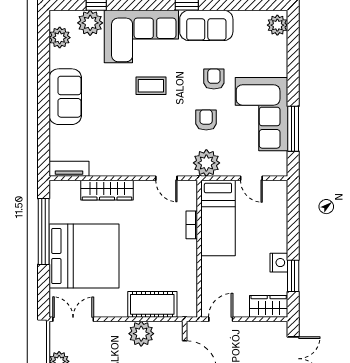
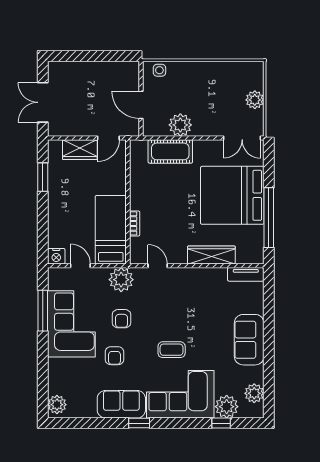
nightstand: (279, 263) -> (56, 256), moved, turned -90
wardrobe: (269, 306) -> (80, 150), moved

